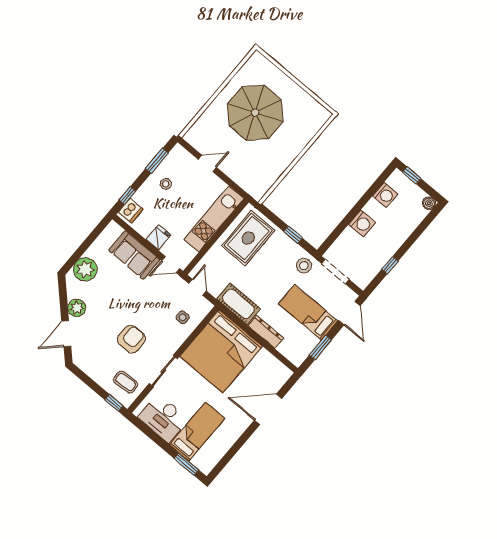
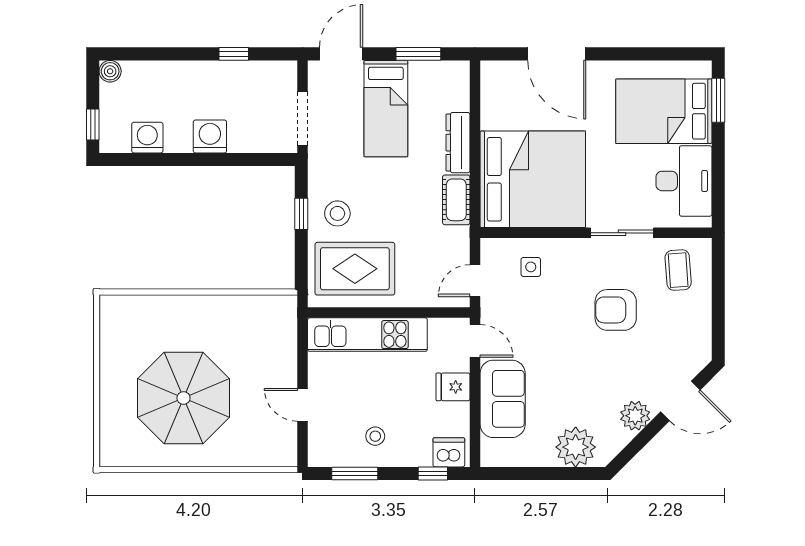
stool: (304, 266) -> (337, 213), moved
cot: (238, 304) -> (456, 200), width x0.73, depth x0.75
window: (114, 403) -> (718, 262), removed
bed: (197, 432) -> (664, 111), width x1.50

